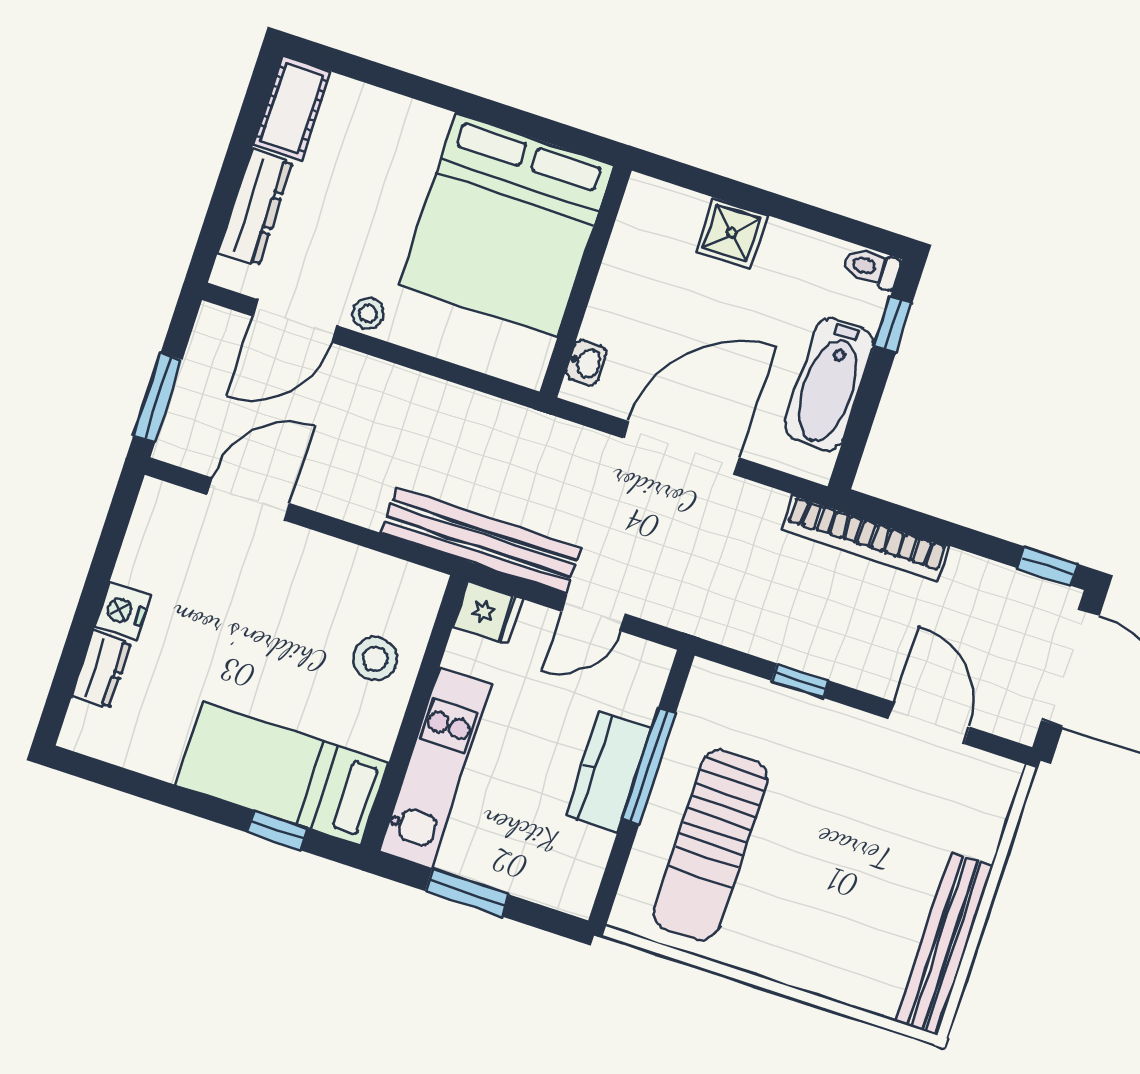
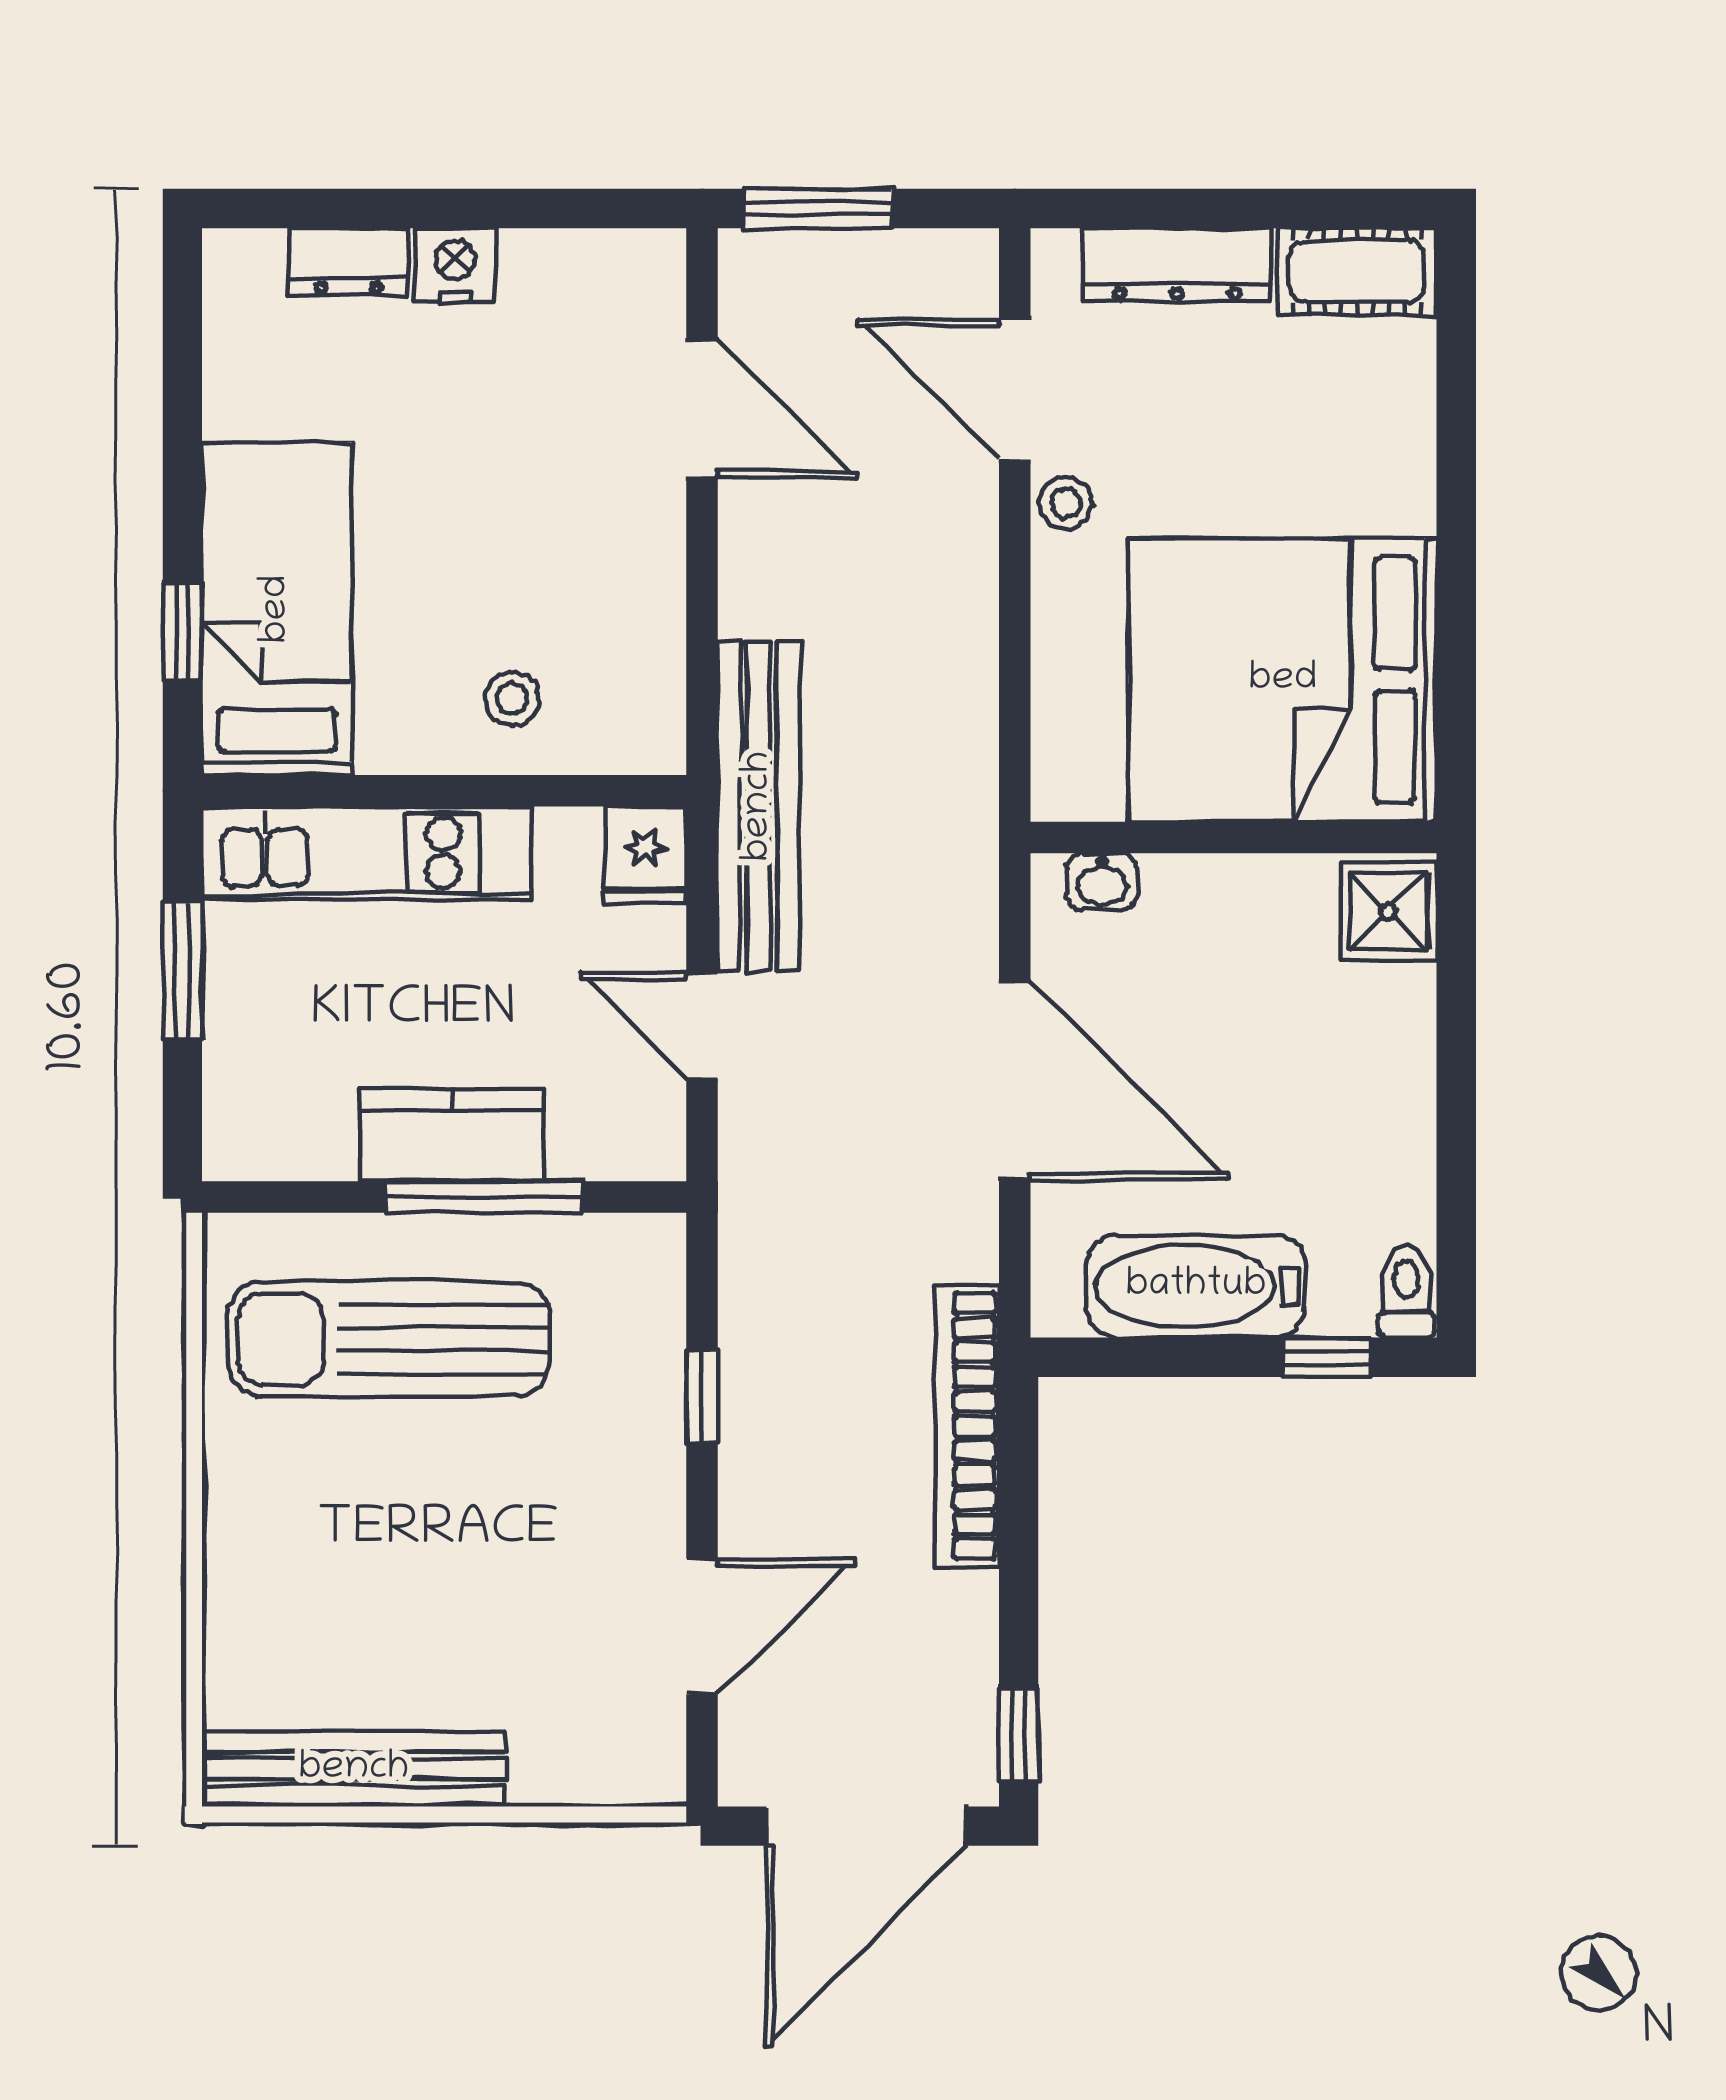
shower: (732, 233) -> (1388, 912), moved
stool: (375, 659) -> (512, 698), width x0.73, depth x0.73

